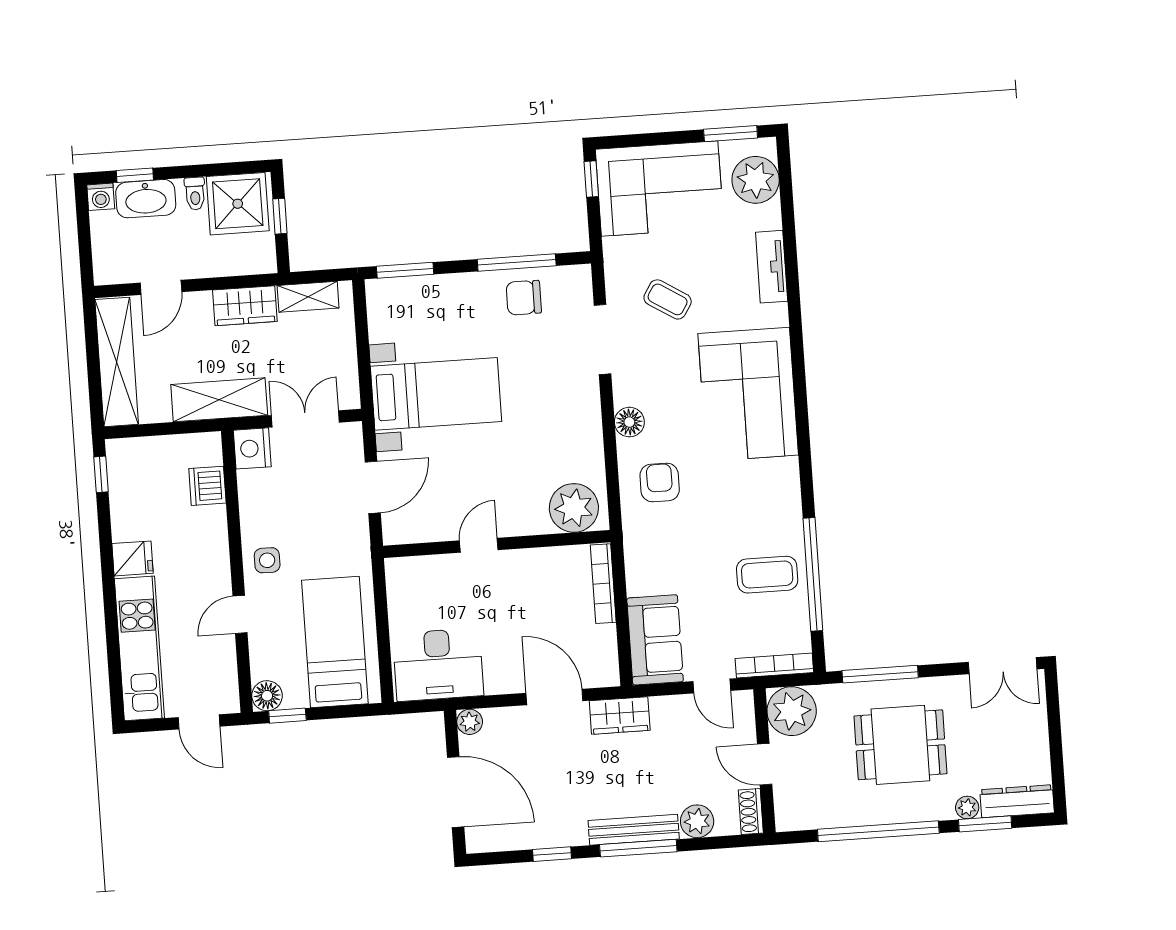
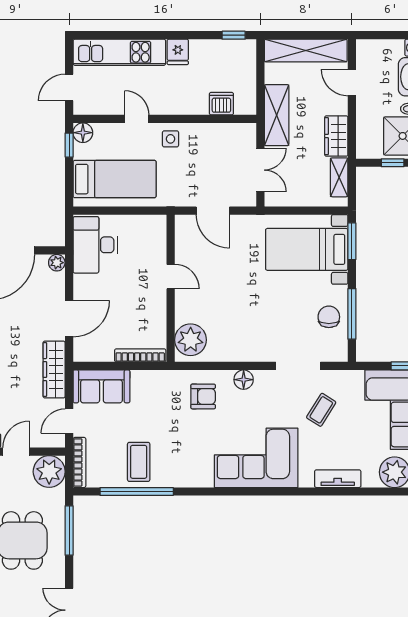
bed with nightstands: (436, 394) -> (307, 249), moved, turned 90
nightstand: (252, 448) -> (244, 134), removed
wardrobe: (620, 716) -> (54, 370), width x1.50

